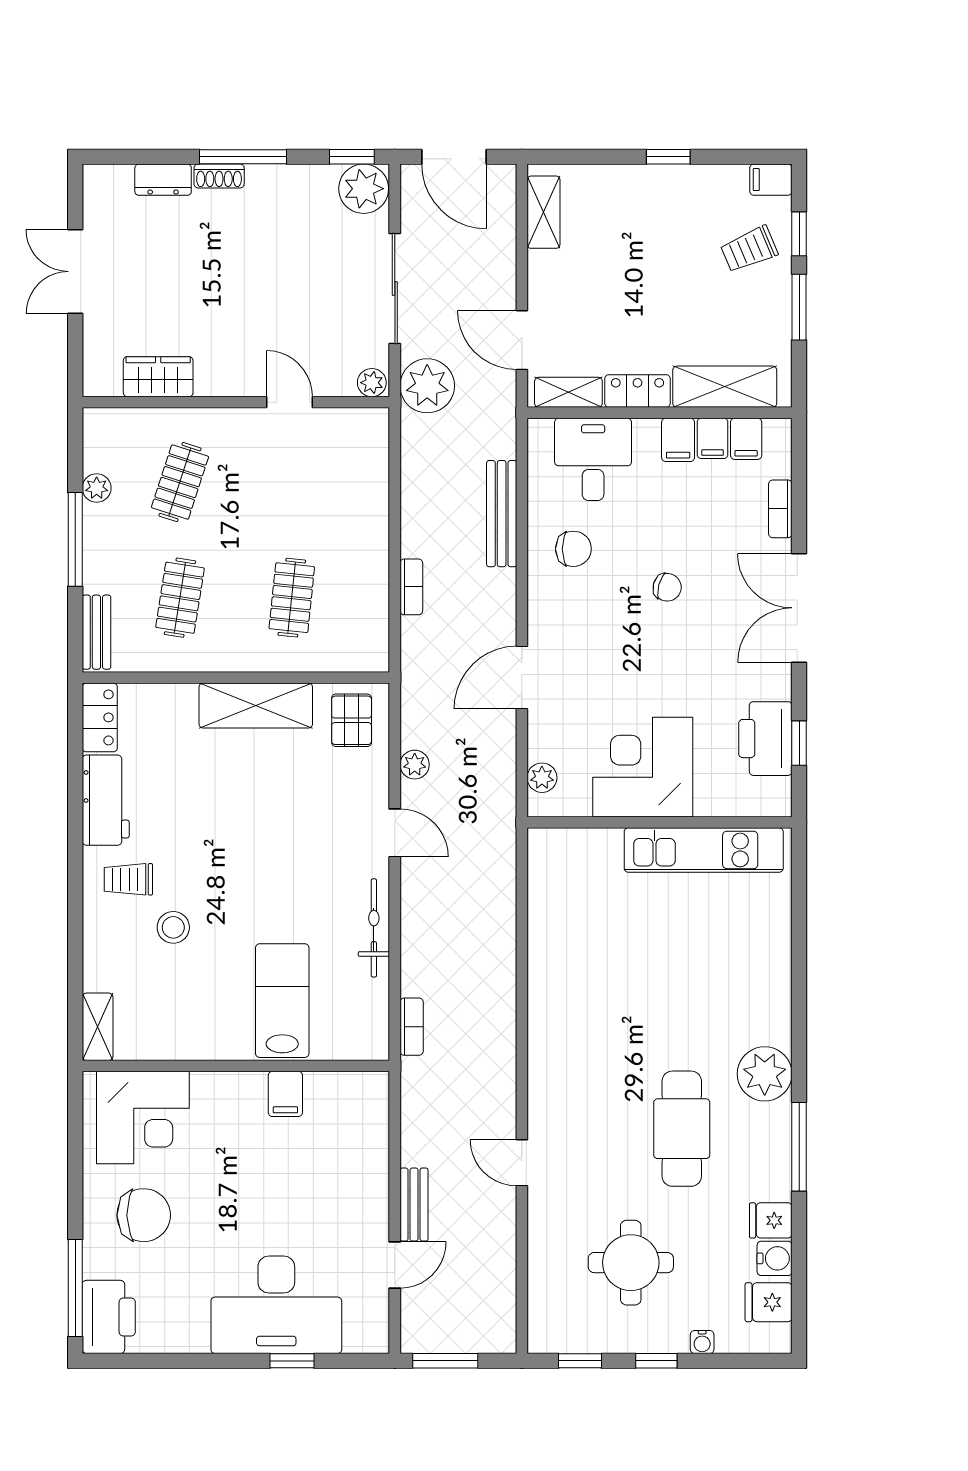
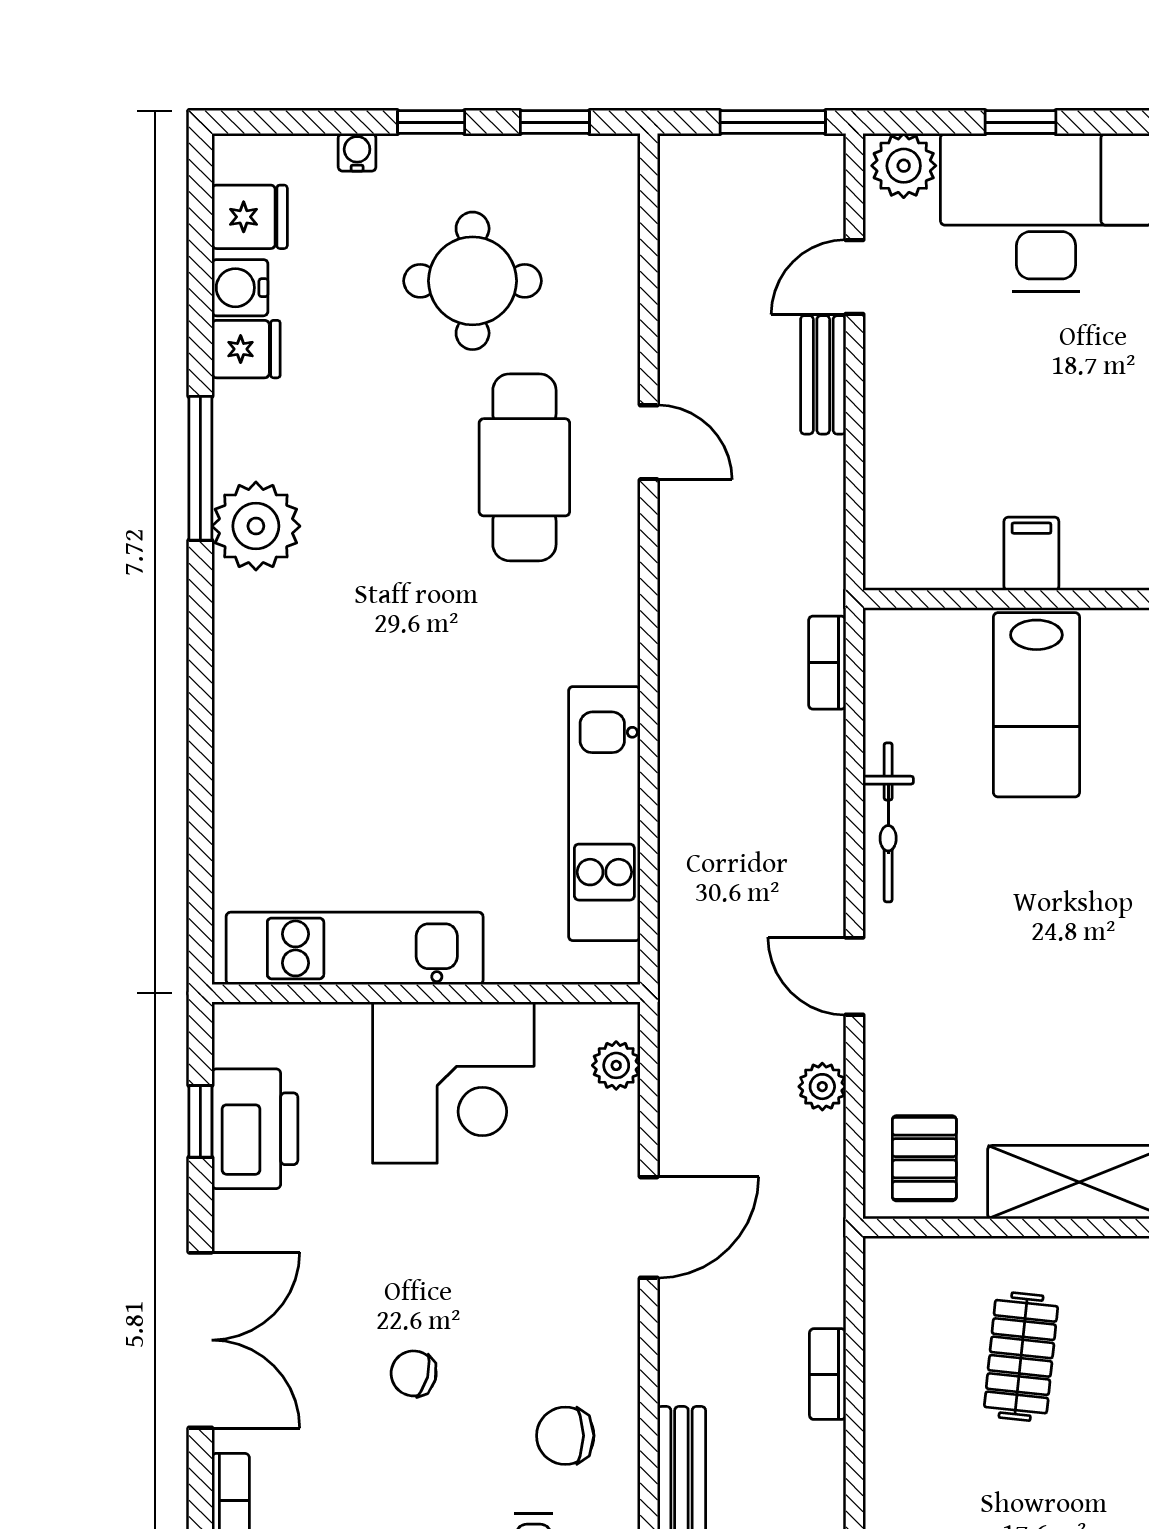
kitchen unit: (549, 933) -> (604, 814), added
plant: (765, 1074) -> (256, 526), moved
cafe table: (682, 1129) -> (524, 467), moved
plant: (364, 1334) -> (904, 166), added

